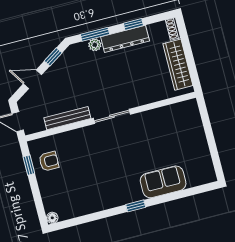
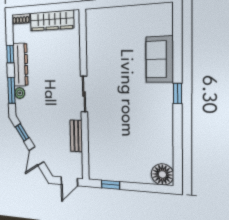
bench: (67, 118) -> (76, 136), width x0.73
armchair: (49, 161) -> (111, 165), removed
floor lamp: (52, 218) -> (162, 174), width x1.89, depth x1.89

